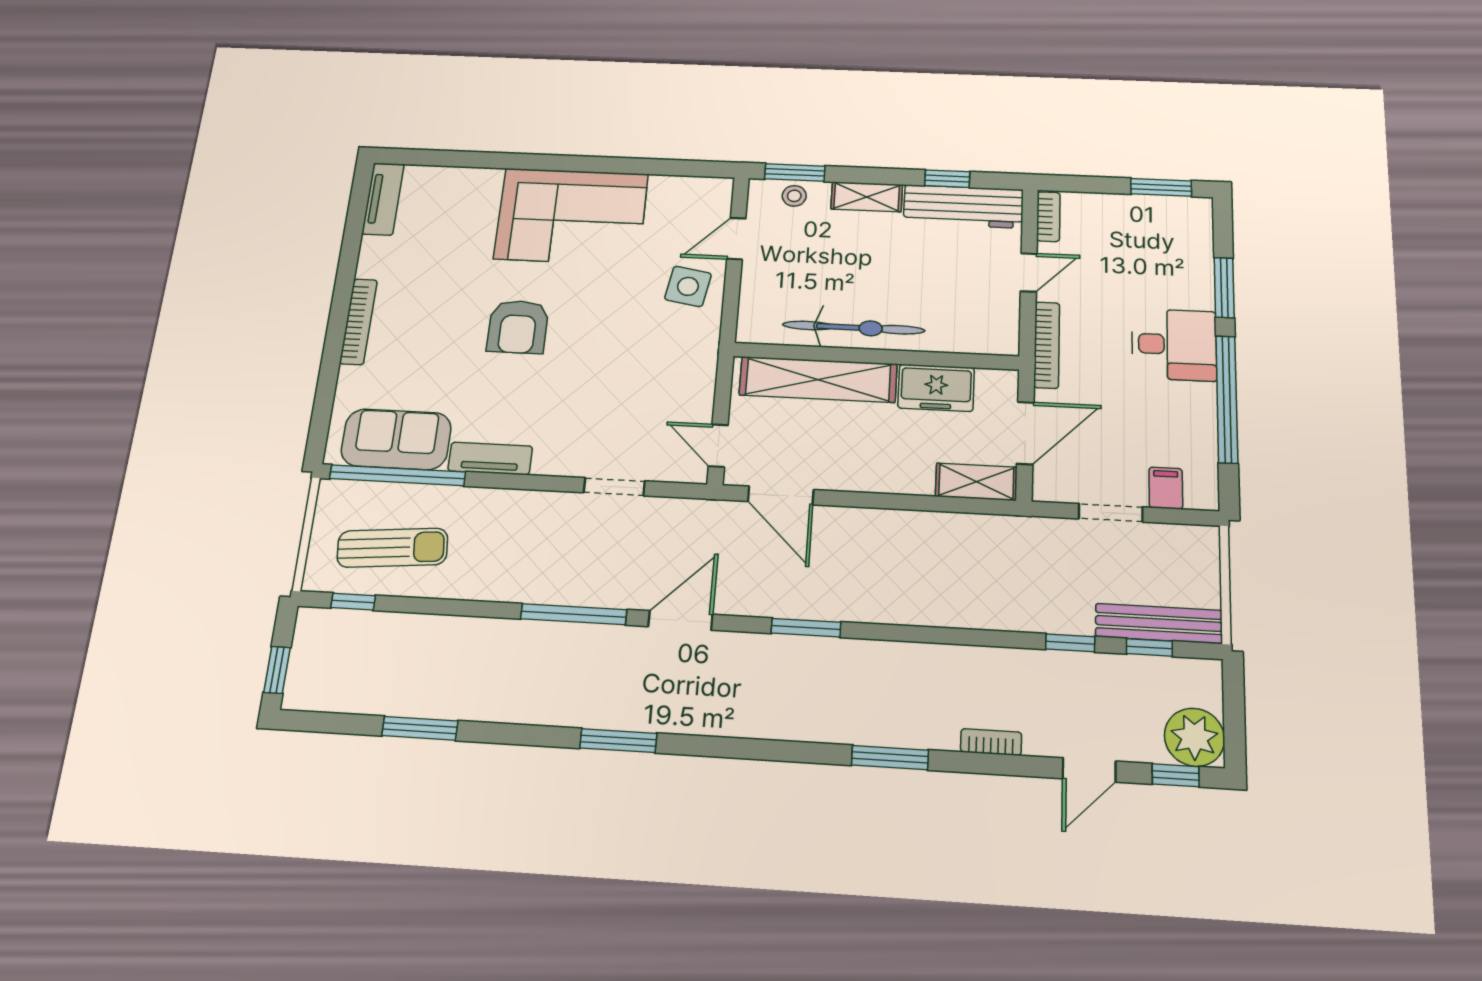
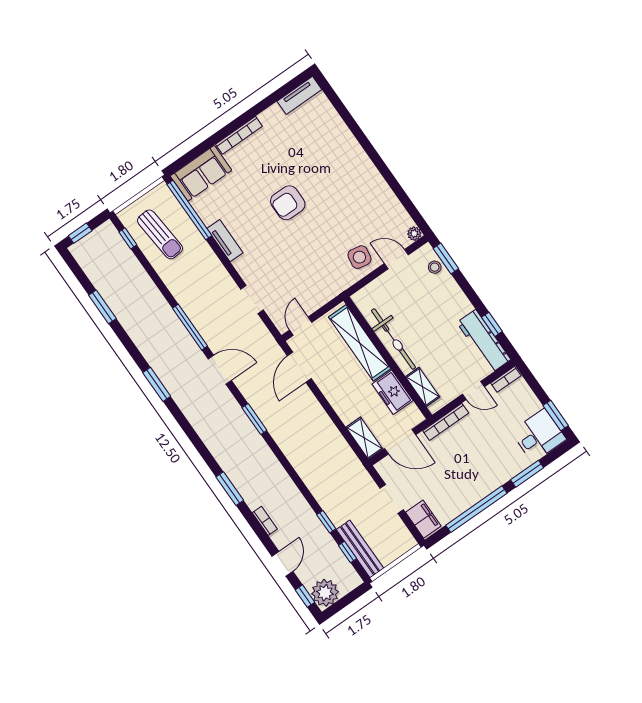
plant: (720, 189) -> (414, 234), added
shelving: (867, 197) -> (423, 387), moved
corner sofa: (571, 216) -> (353, 182), removed
desk: (1174, 345) -> (539, 435), moved, turned -90
sofa: (396, 439) -> (201, 173), moved, turned 90
filing cabinet: (1166, 488) -> (423, 519), width x2.00
door: (1089, 770) -> (282, 564), swing flipped

